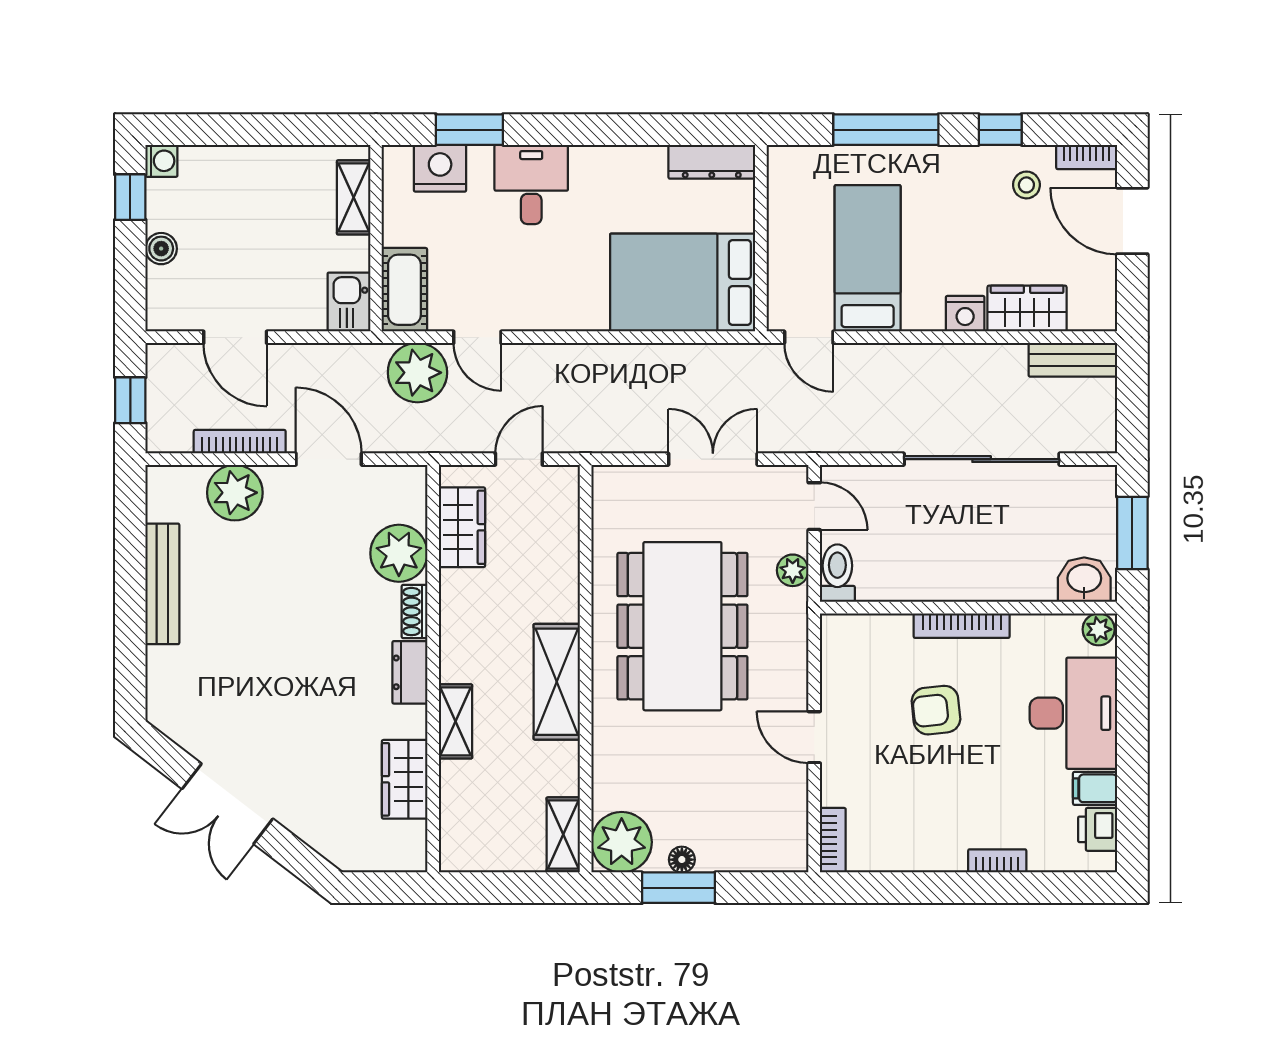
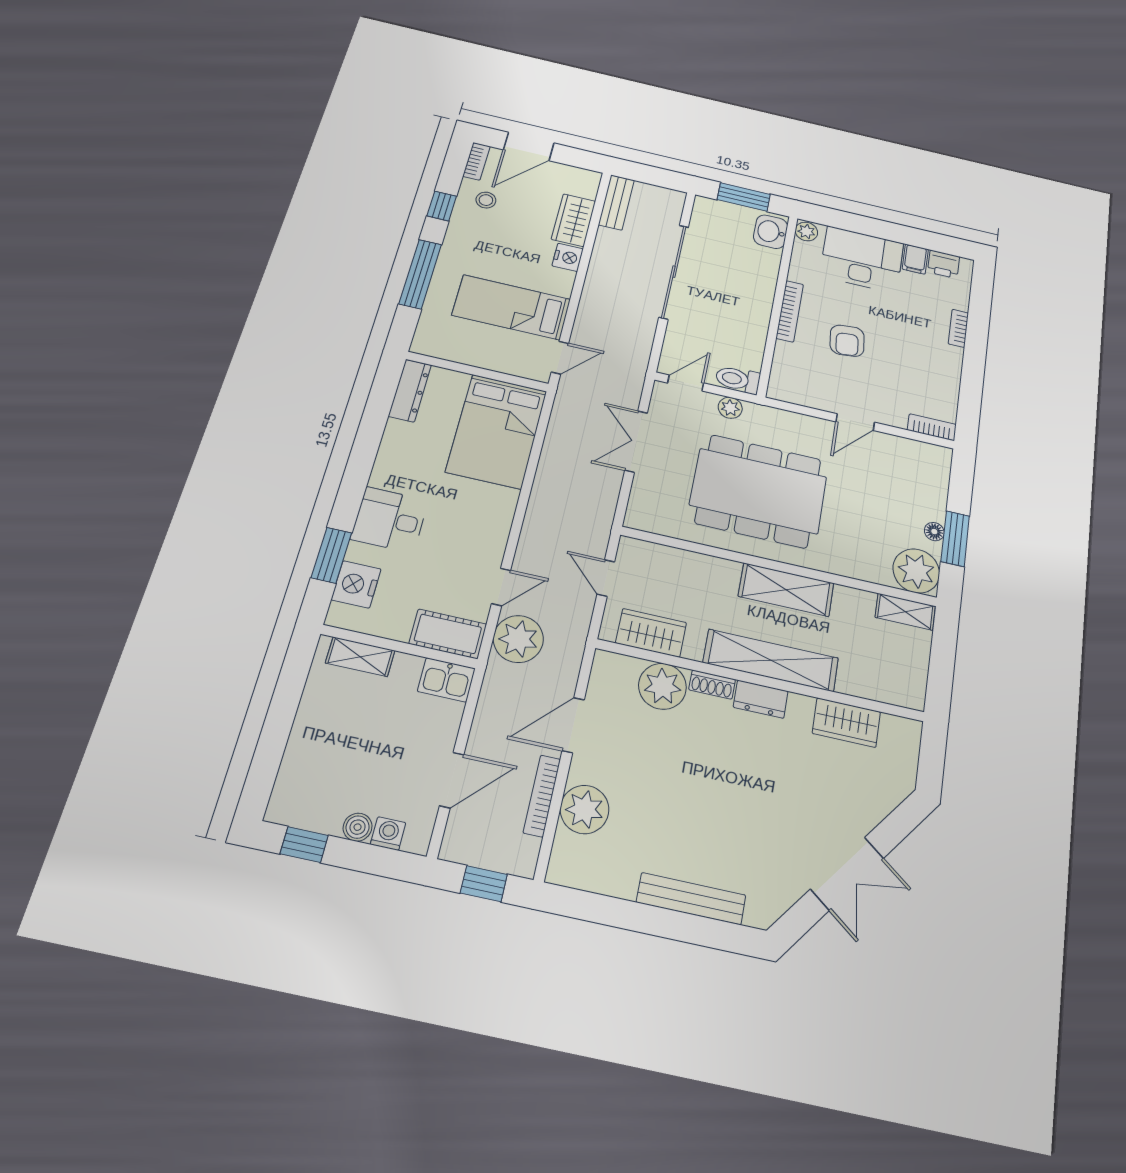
washing machine: (161, 161) -> (388, 833), moved
bench: (162, 584) -> (691, 899), moved
shelving: (456, 721) -> (771, 660), width x2.20, depth x1.33

